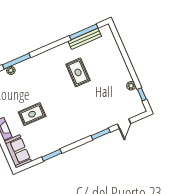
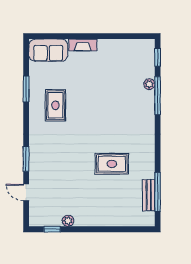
bench: (85, 39) -> (149, 195), width x0.73
rug: (32, 114) -> (55, 105), moved

